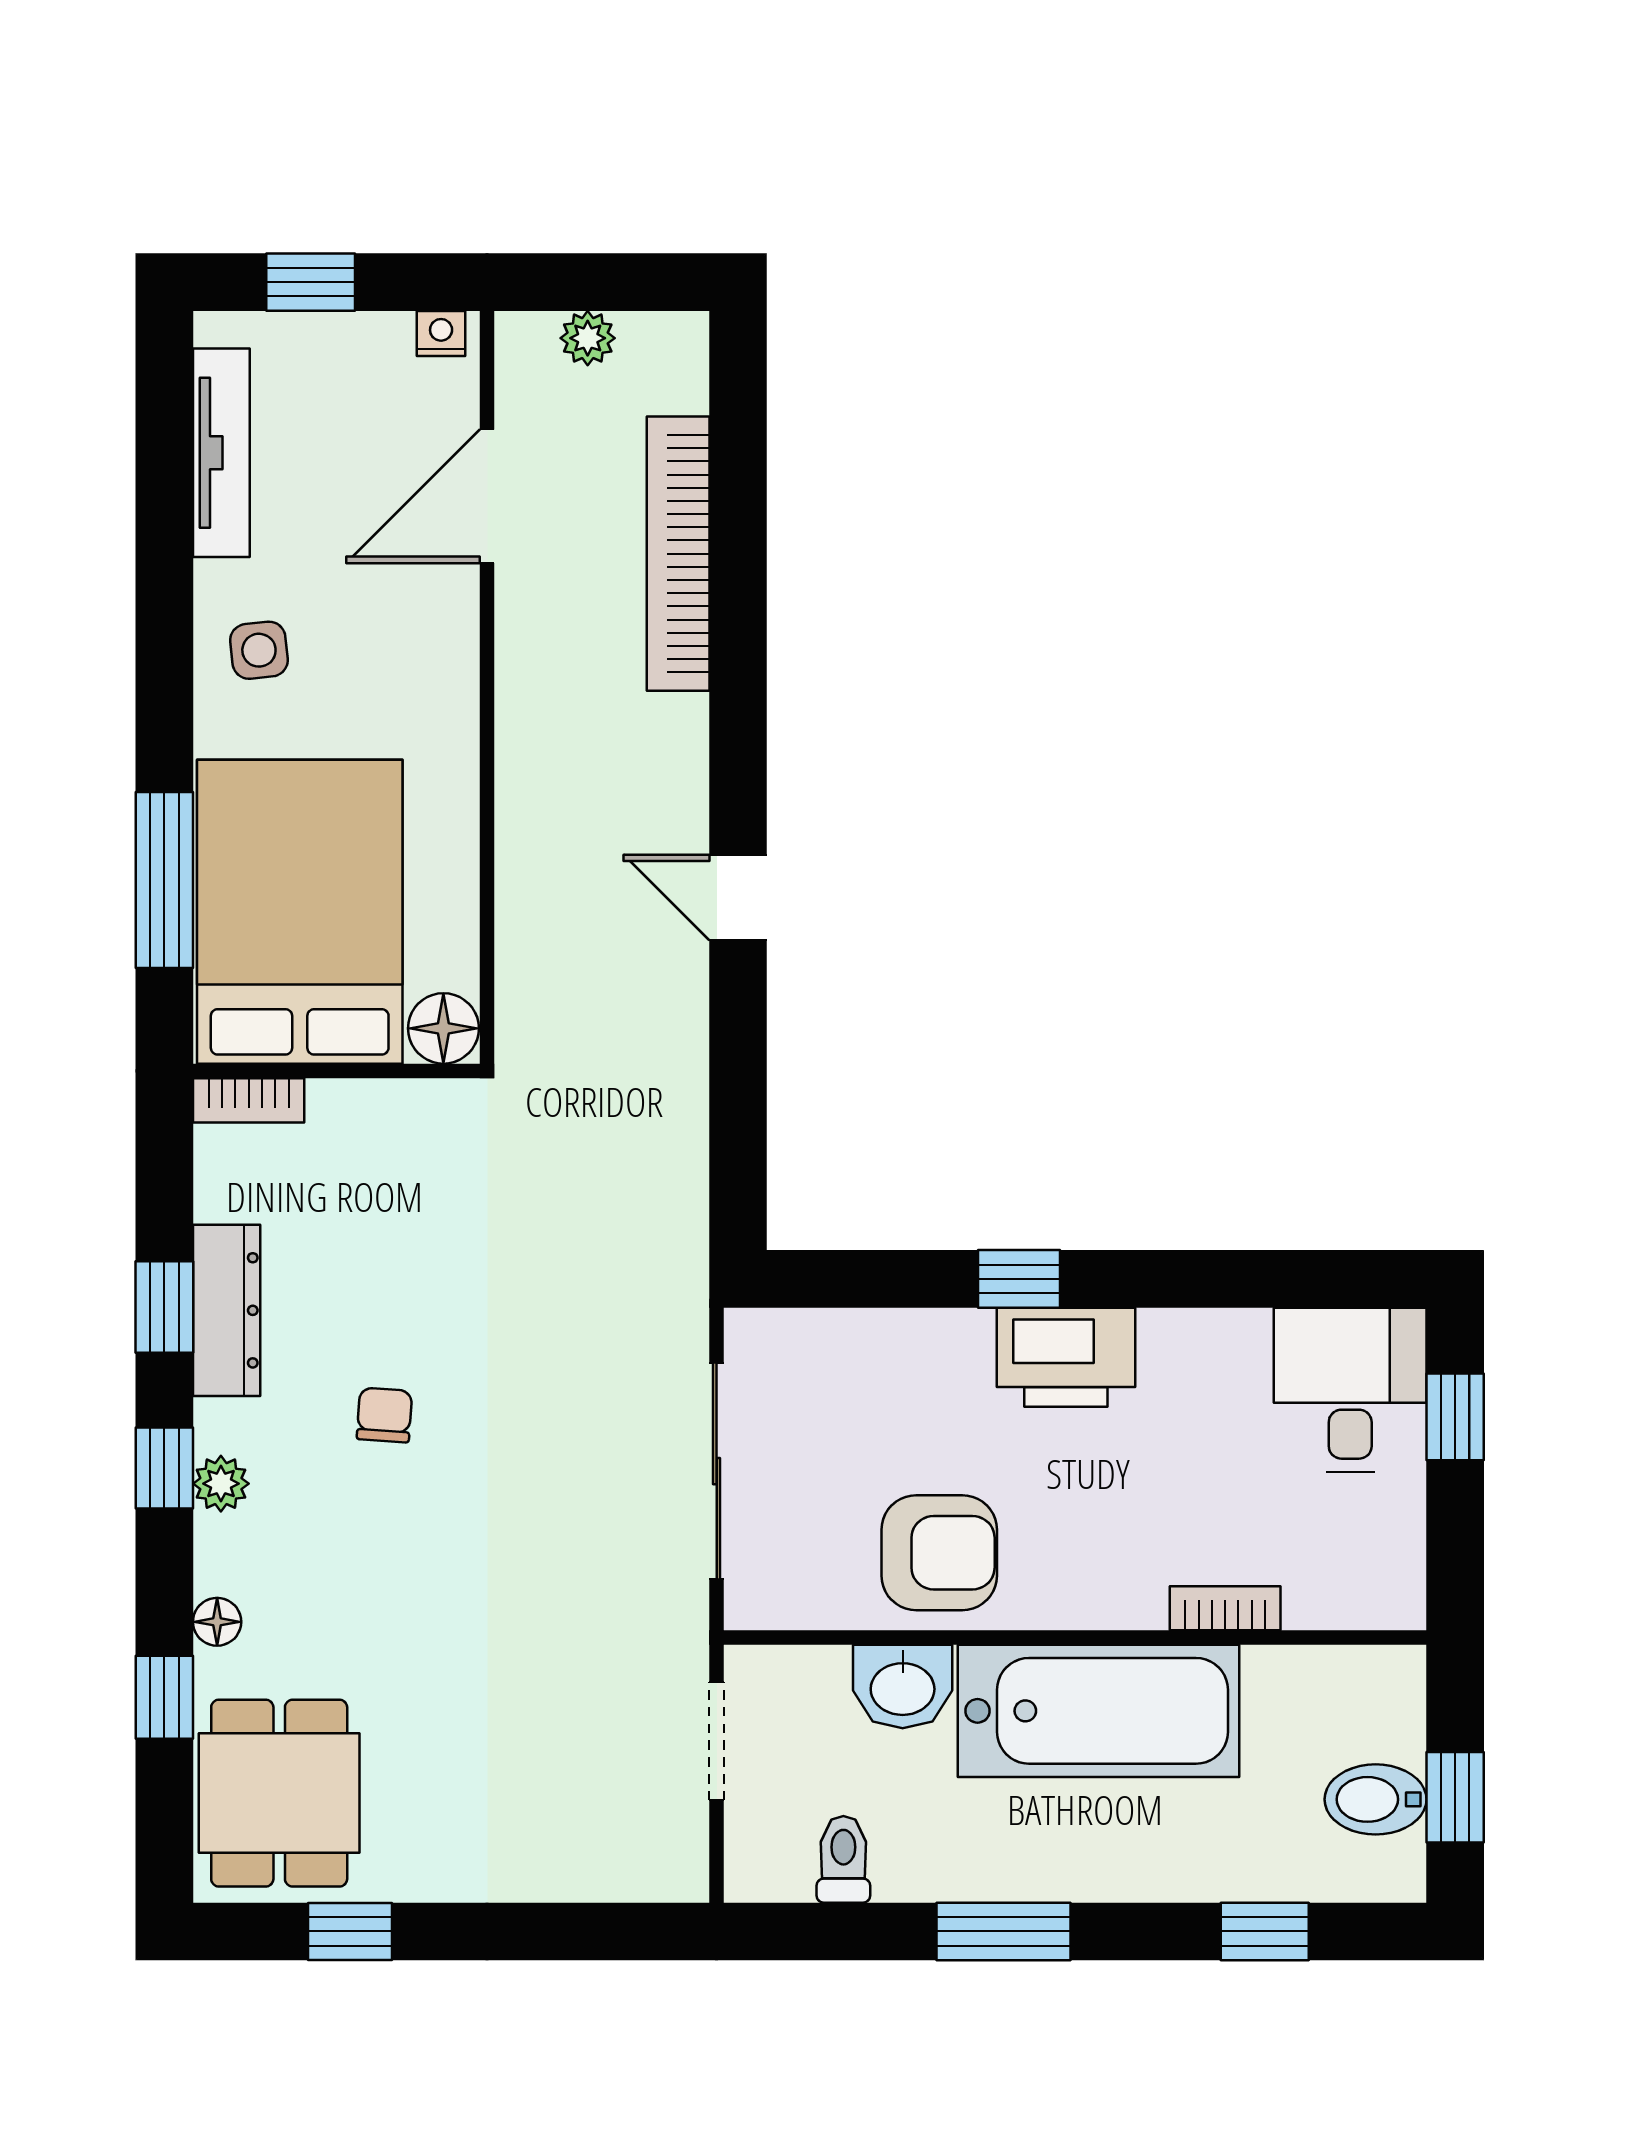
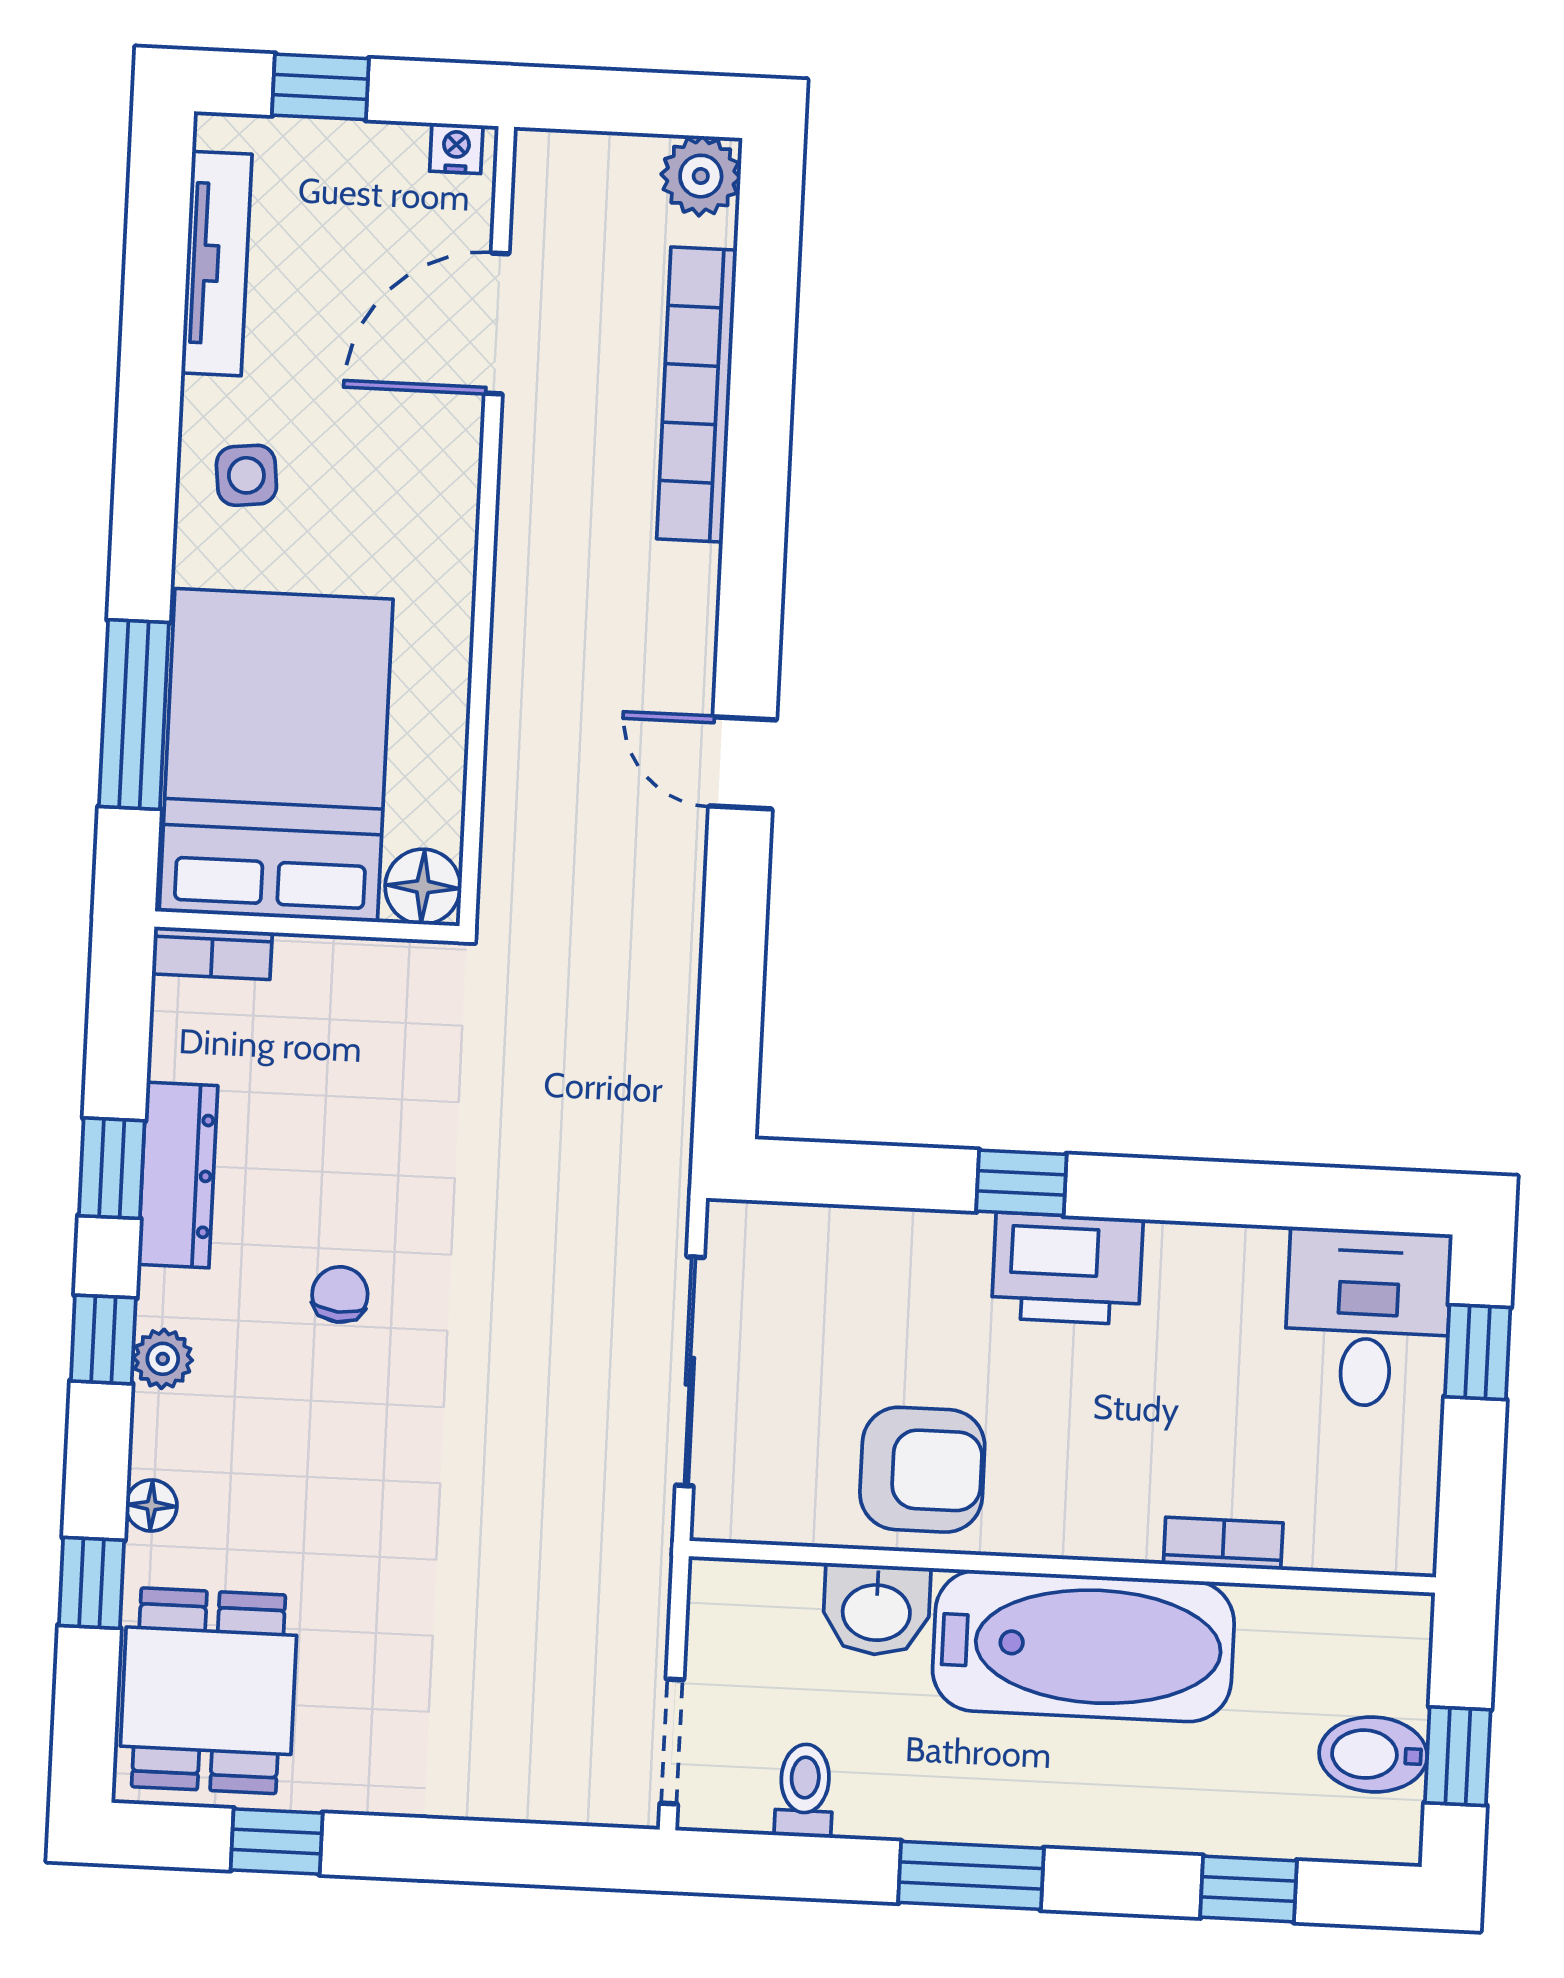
plant: (588, 338) -> (701, 176), moved, width x1.38, depth x1.38
doorway: (717, 1741) -> (672, 1742), moved

